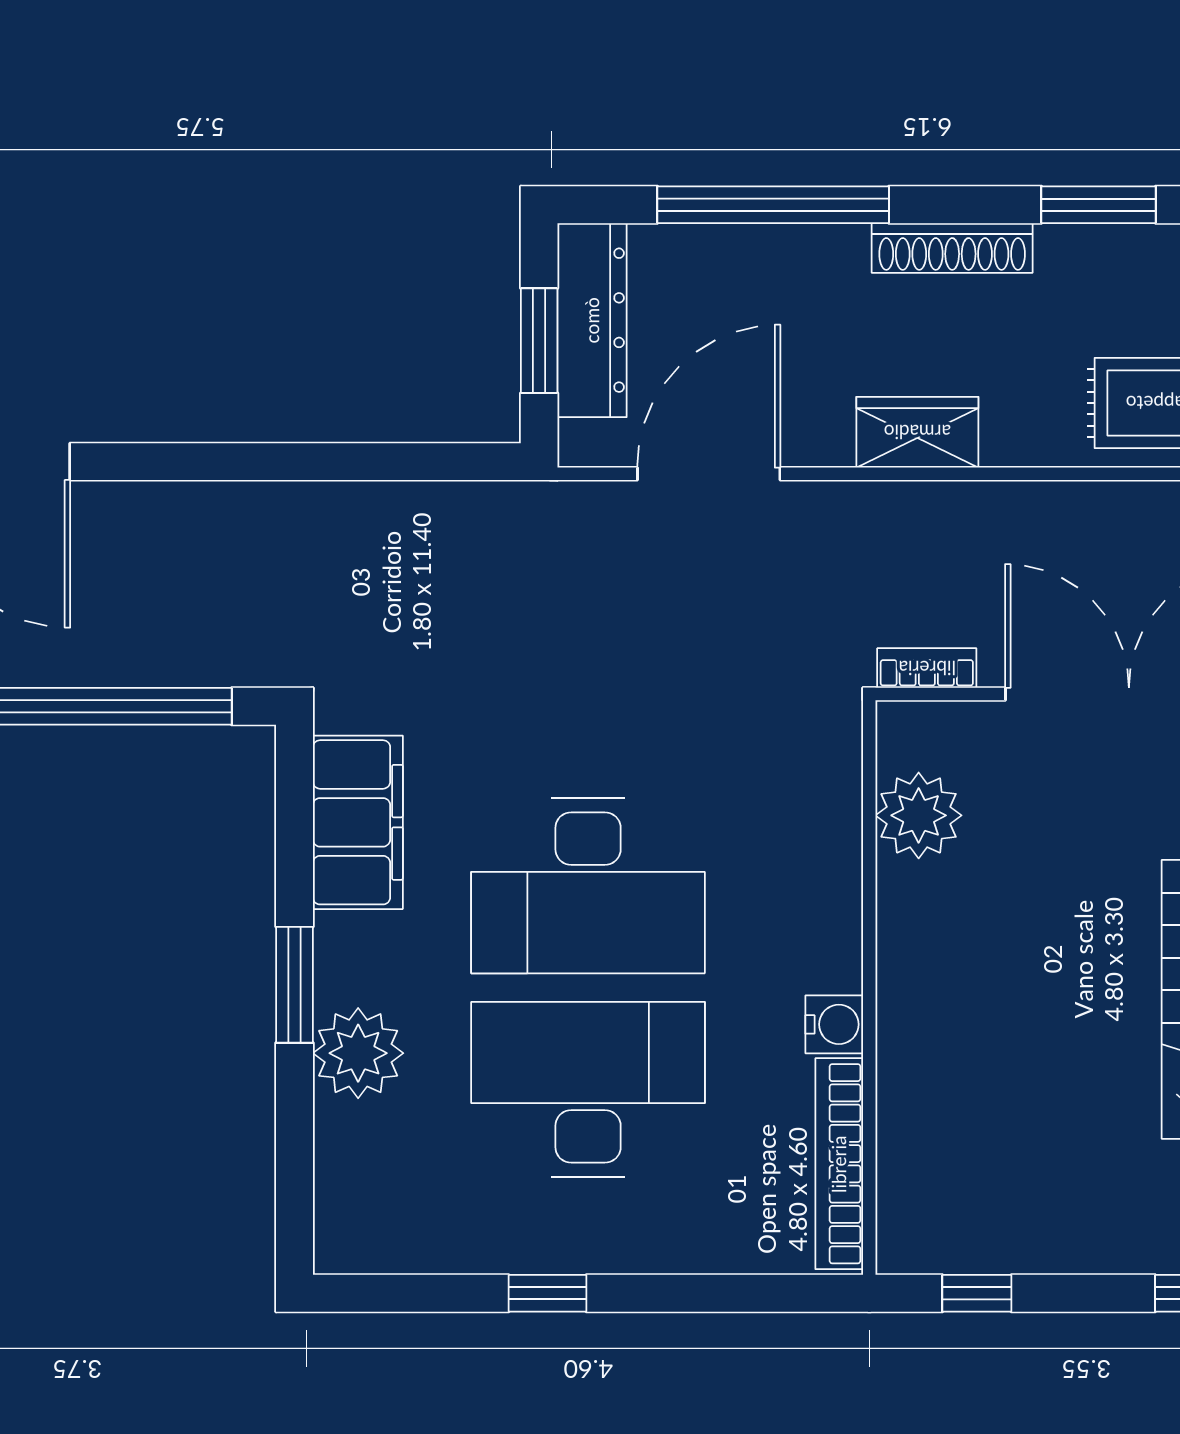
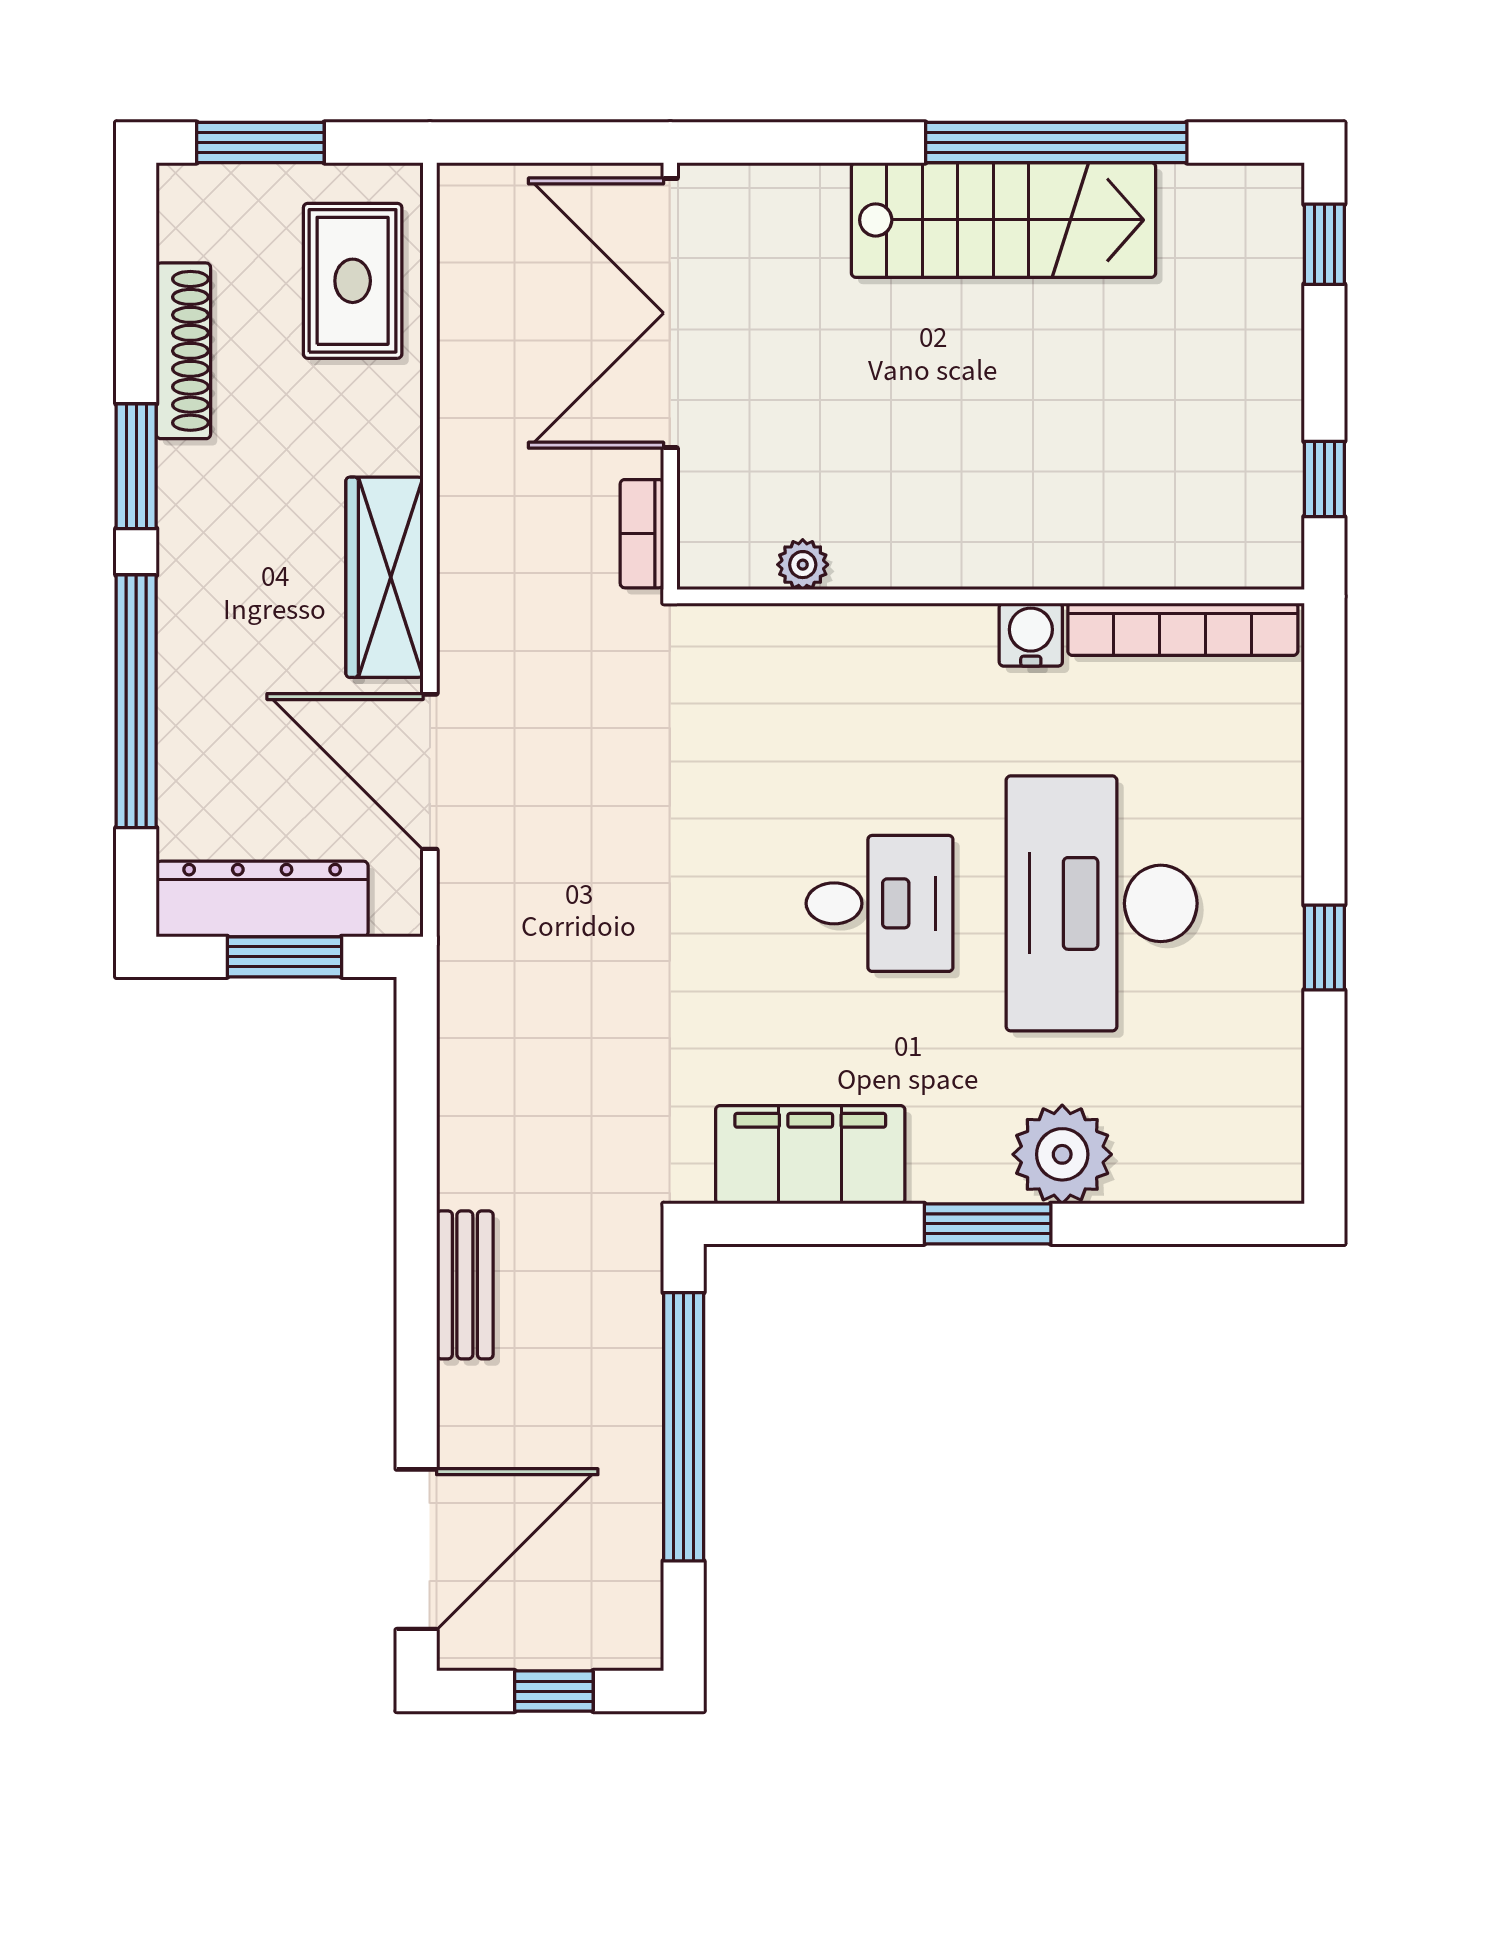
window: (1098, 205) -> (136, 466), moved
shoe rack: (952, 248) -> (183, 351), moved
wardrobe: (917, 432) -> (385, 577), width x1.50
bench: (239, 506) -> (465, 1285), added
plant: (919, 815) -> (803, 565), width x0.53, depth x0.53
desk: (588, 886) -> (880, 903), width x0.53, depth x0.77

